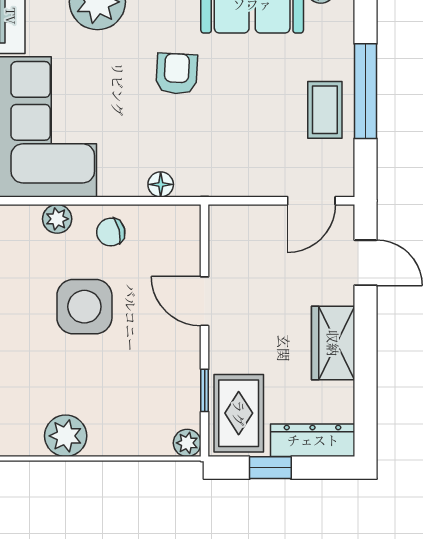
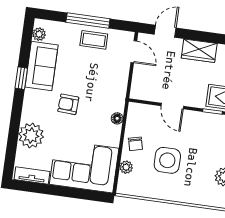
door: (205, 301) -> (172, 106), hinge flipped

